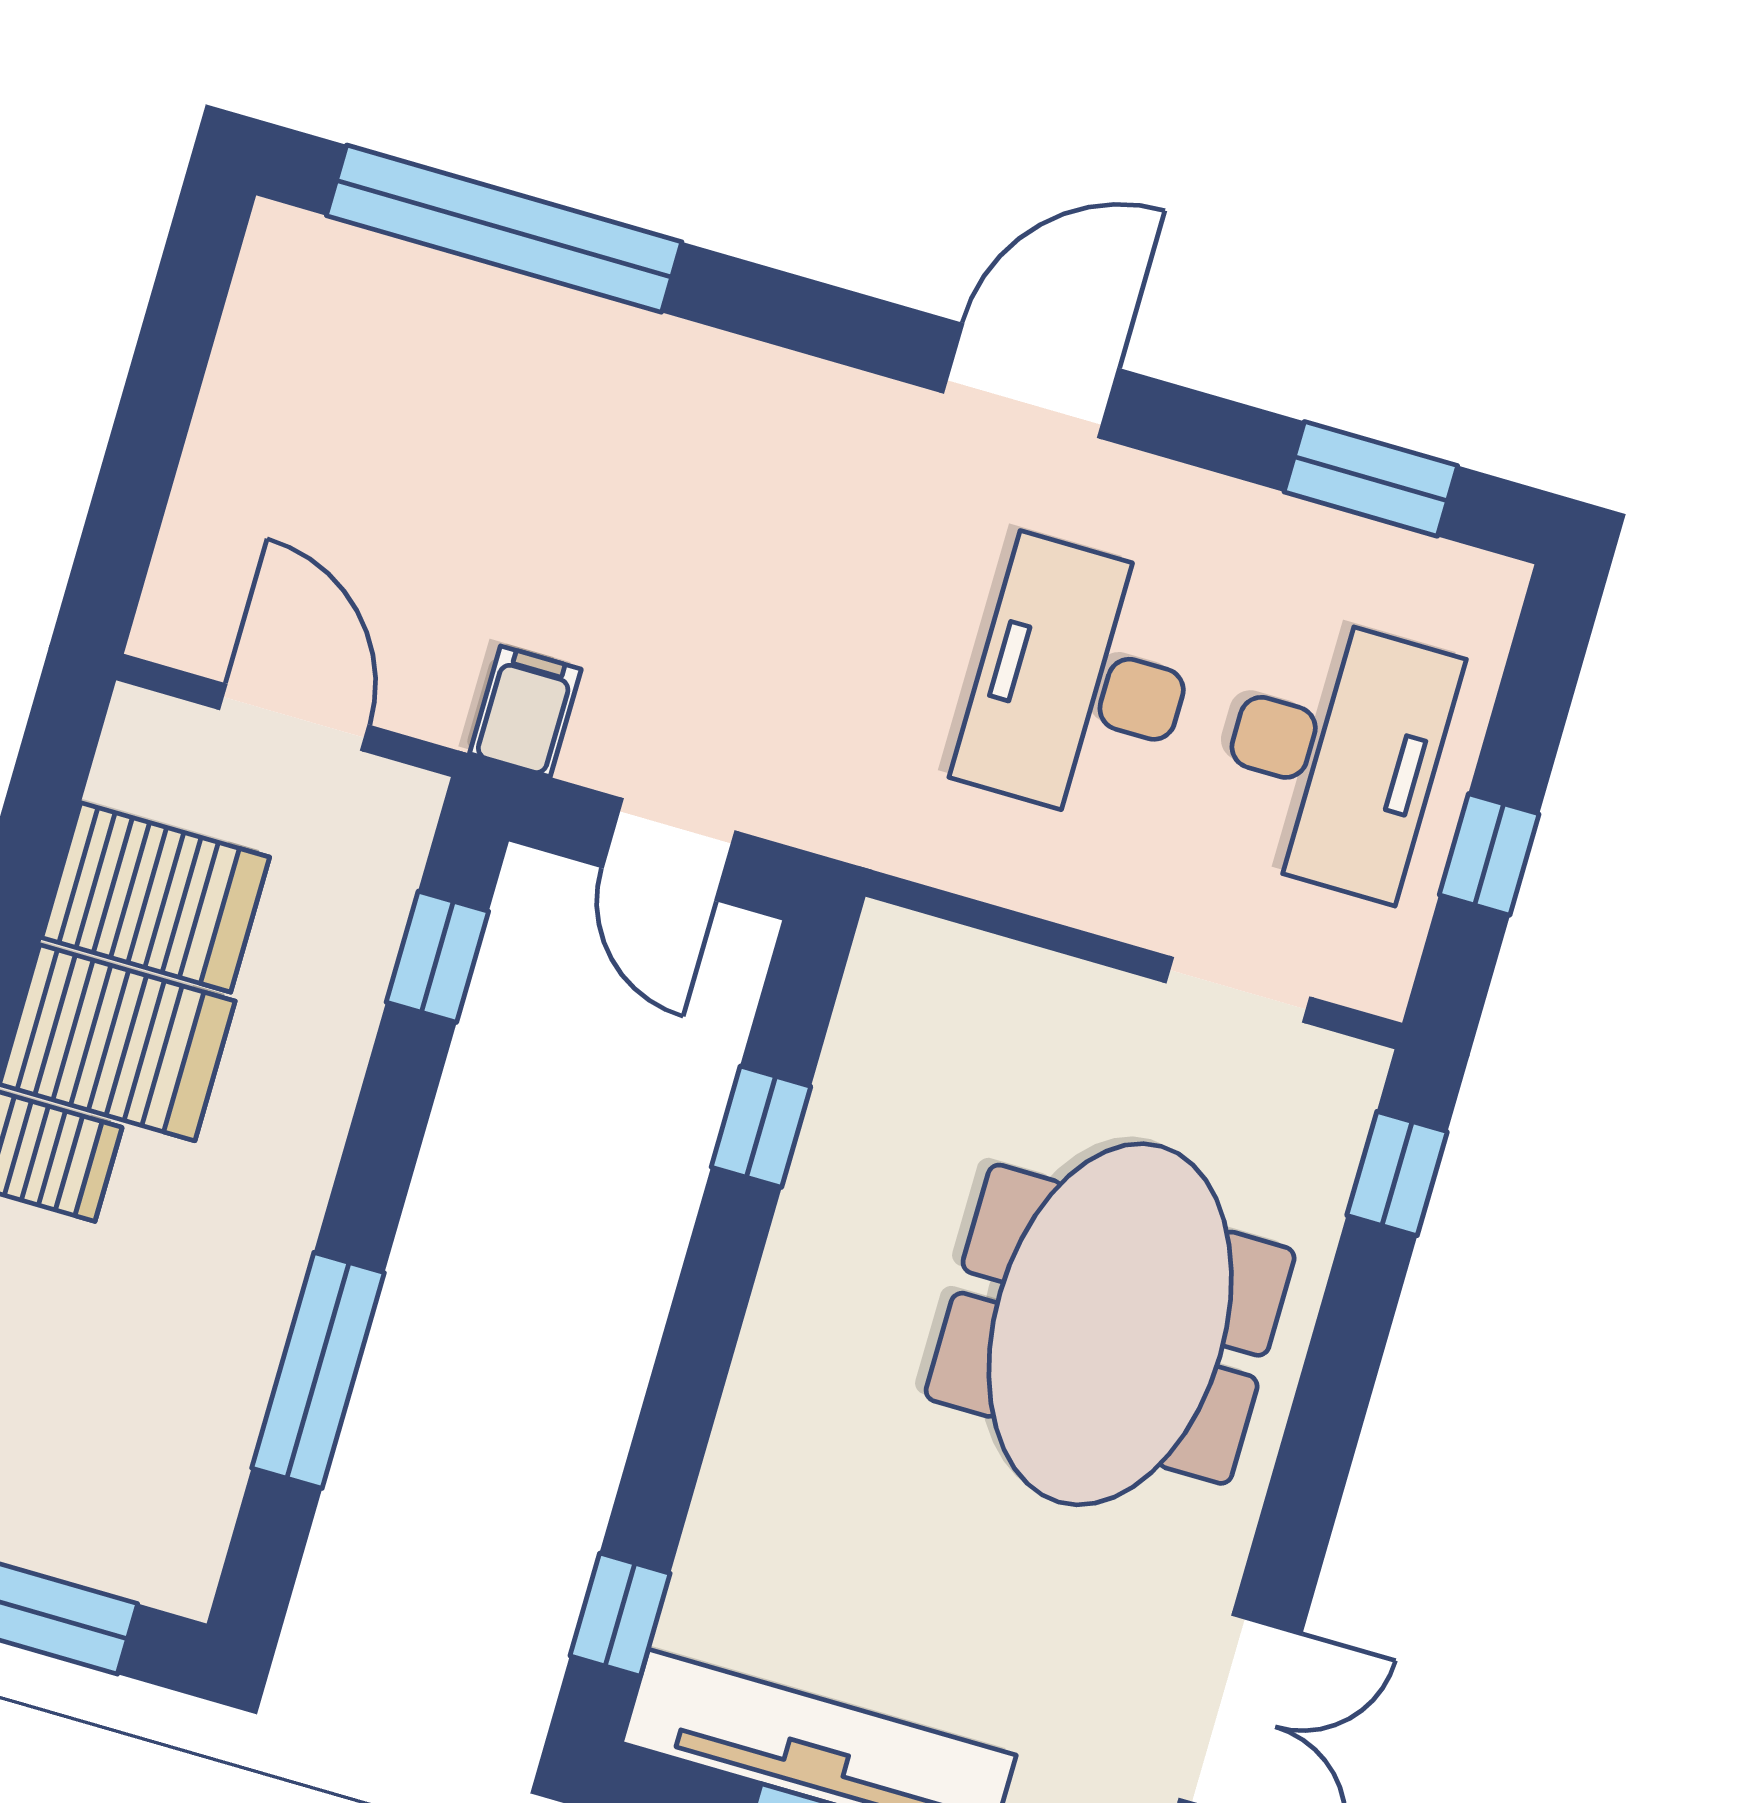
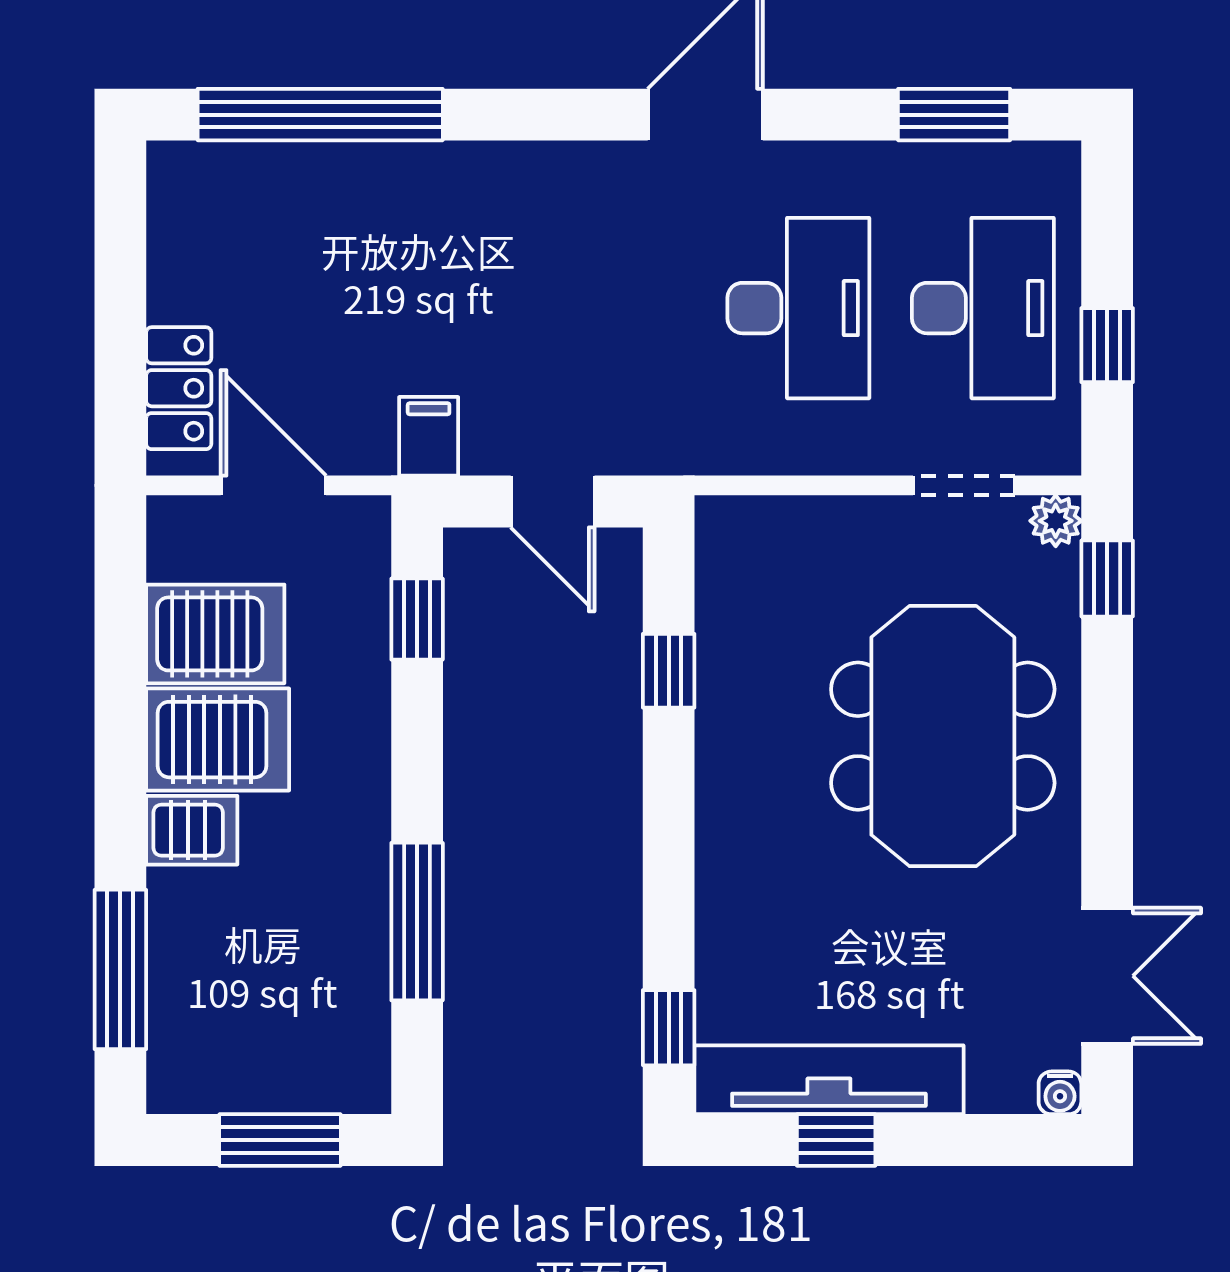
locker: (203, 547) -> (179, 388), added
desk: (1081, 682) -> (798, 308), turned 180
plant: (1349, 1074) -> (1056, 521), added

